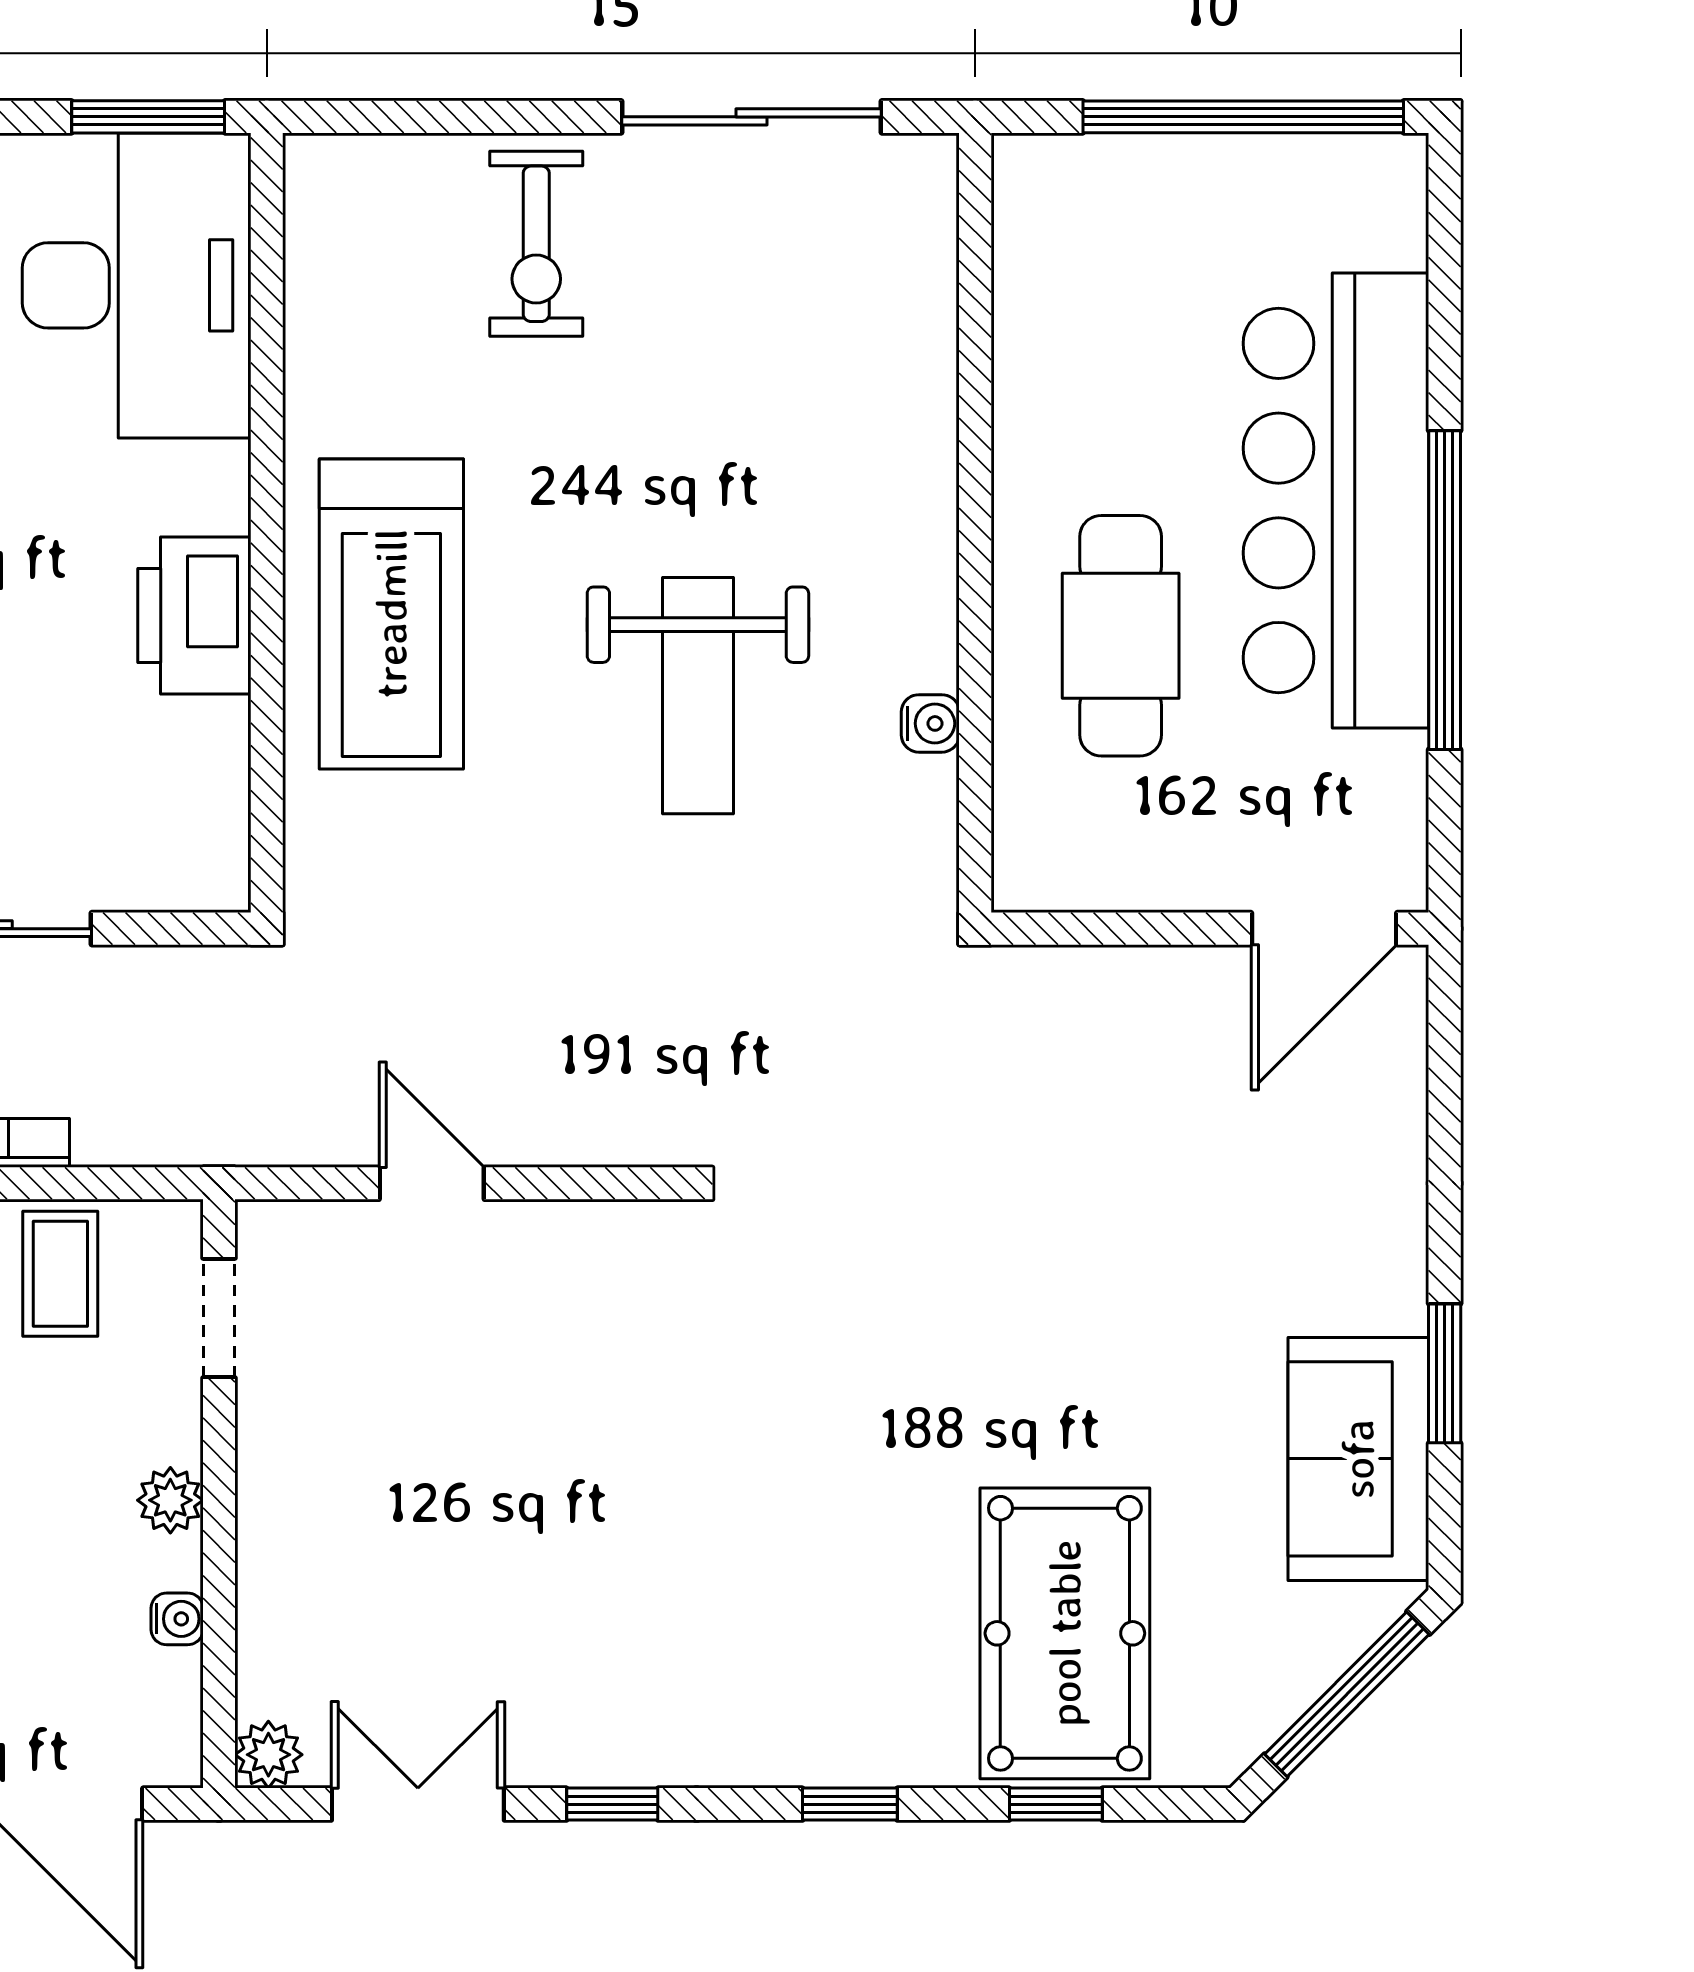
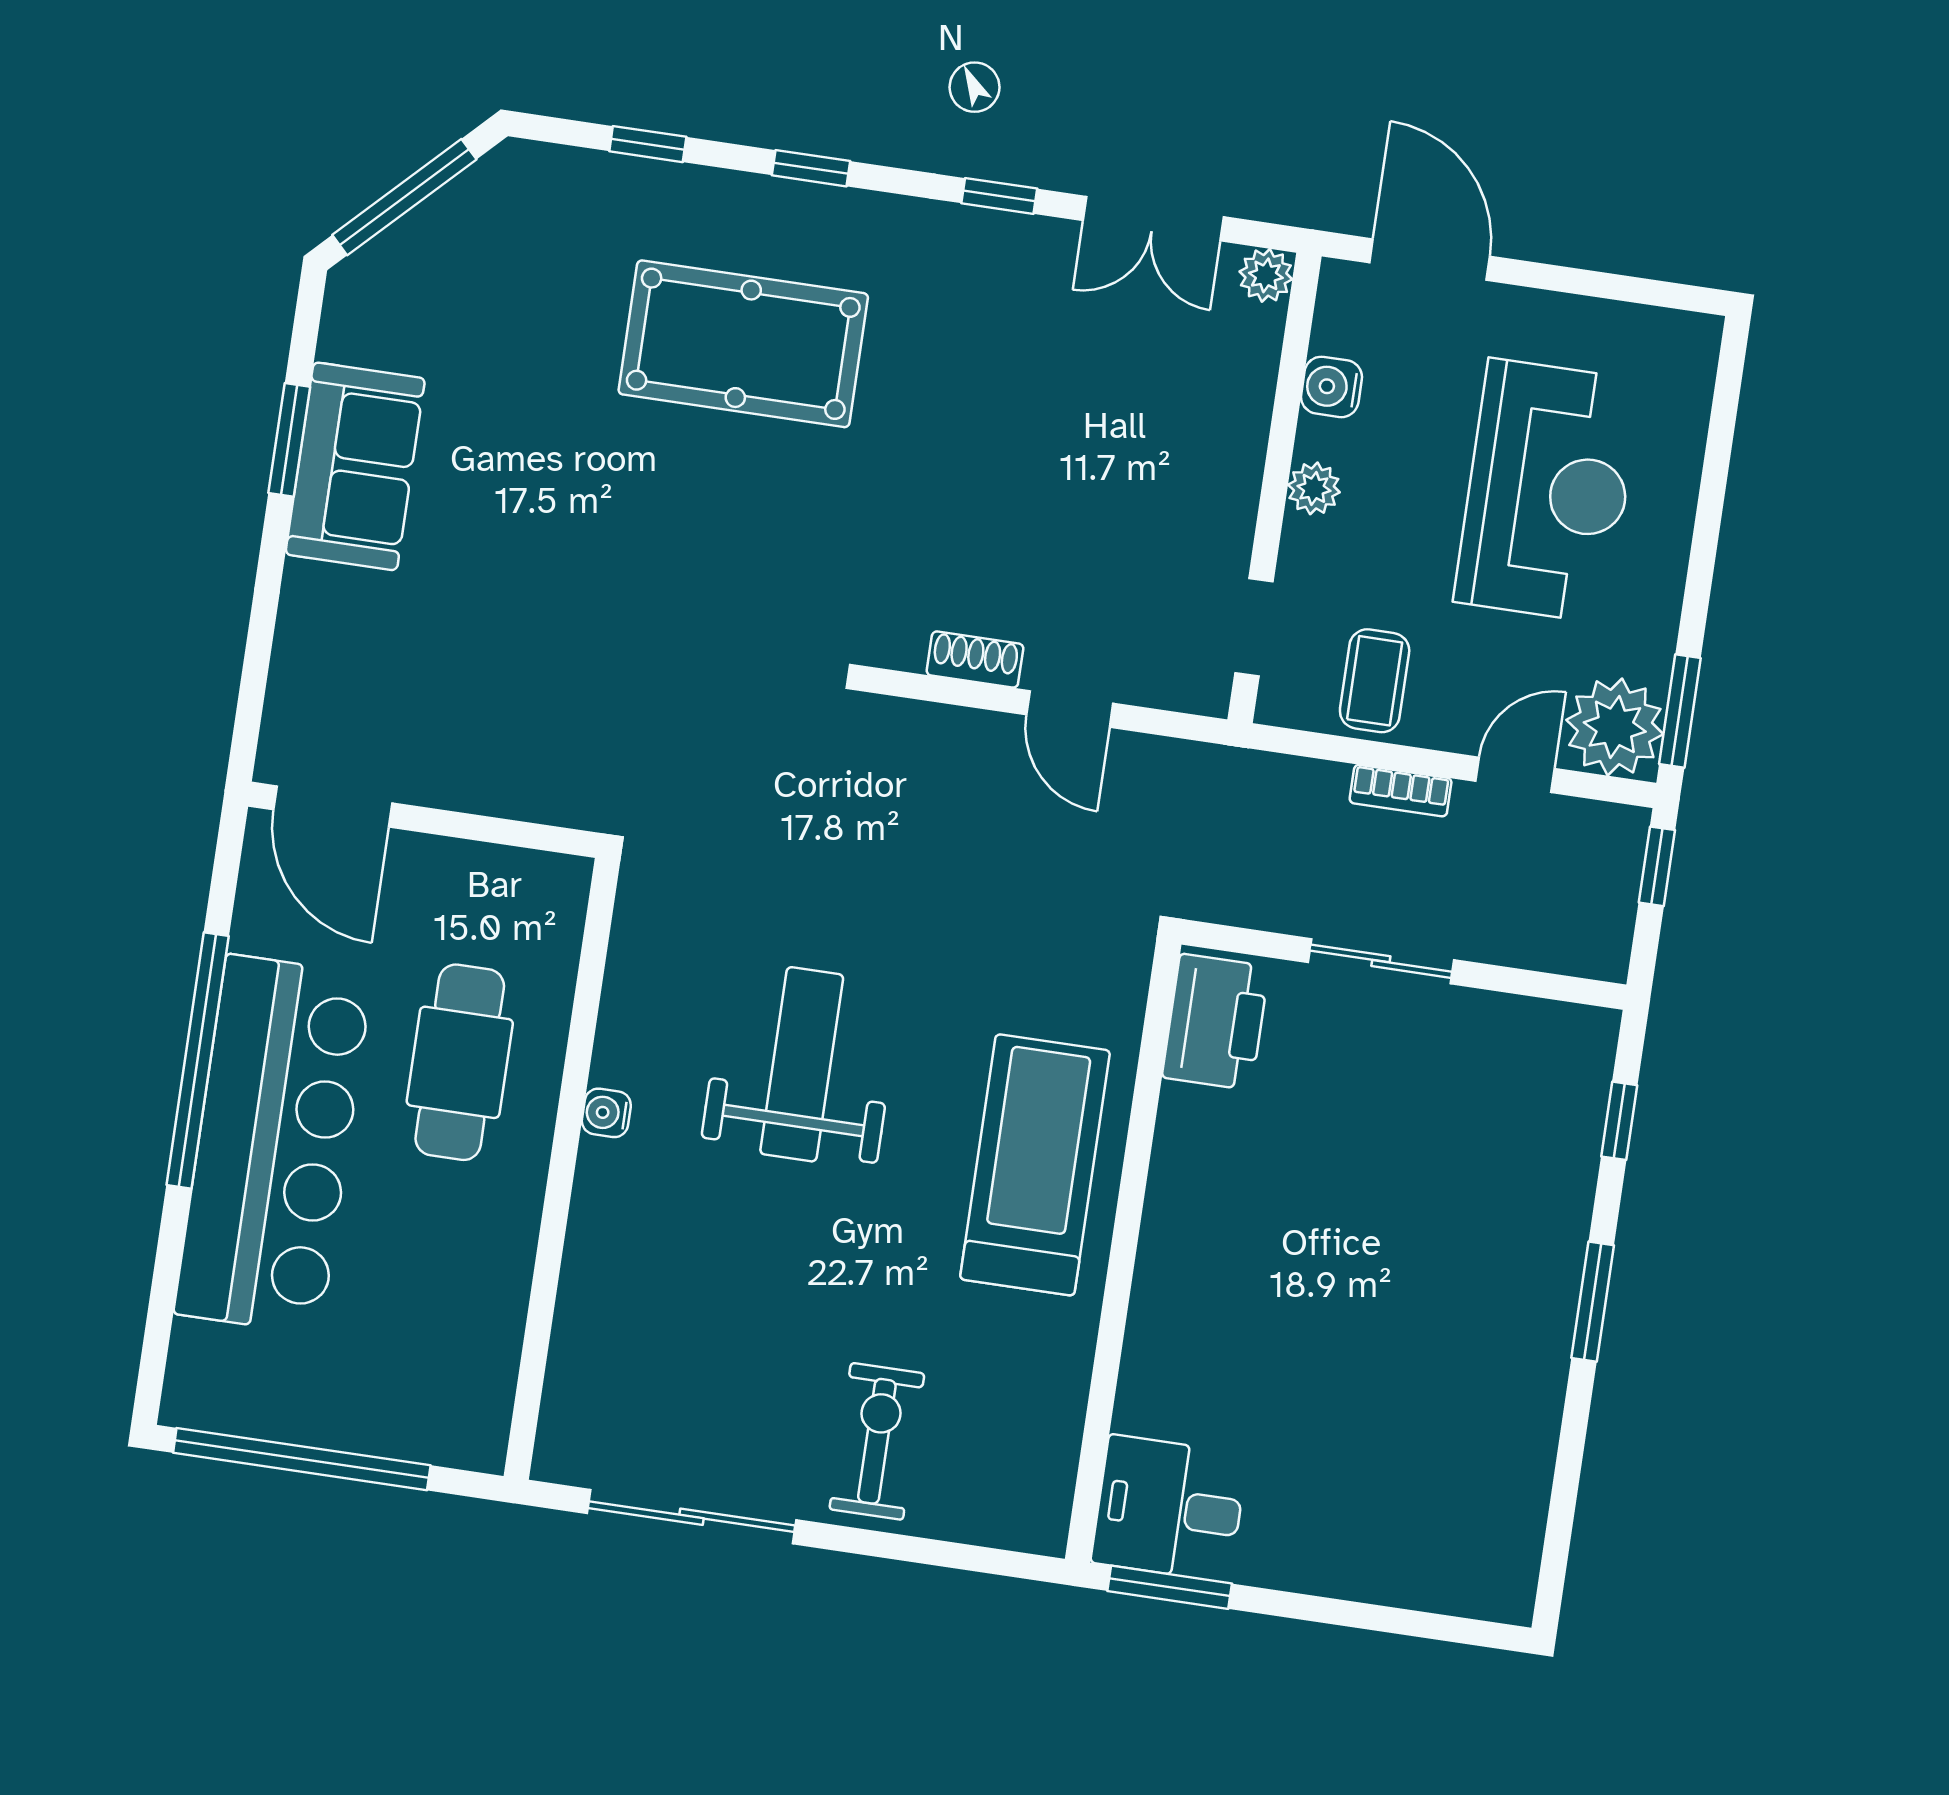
desk: (137, 285) -> (1169, 1508), width x0.53, depth x0.77
printer: (194, 615) -> (1216, 1022), moved
water cooler: (930, 723) -> (606, 1113), moved
door: (1324, 929) -> (333, 806), swing flipped
shoe rack: (558, 1227) -> (975, 660), added
sofa: (1358, 1459) -> (355, 466), moved
water cooler: (177, 1619) -> (1331, 387), width x1.38, depth x1.38
pool table: (1065, 1633) -> (743, 344), moved, turned 90

